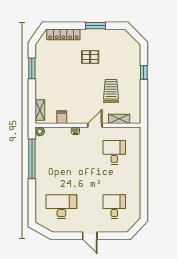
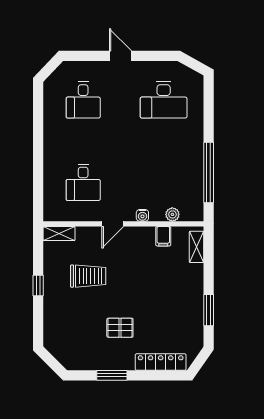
window: (144, 73) -> (38, 286), moved
trolley: (111, 91) -> (88, 276), turned -90
shelving: (119, 119) -> (59, 234), moved
plant: (40, 131) -> (172, 214), moved

